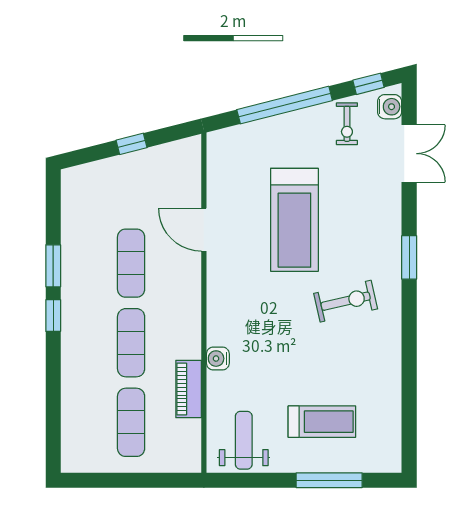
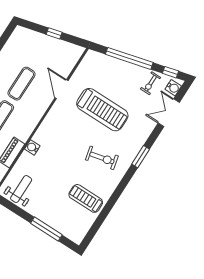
double door: (409, 154) -> (169, 113), swing flipped
treadmill: (294, 220) -> (102, 110), turned -90
treadmill: (322, 422) -> (86, 198), moved, turned 180

